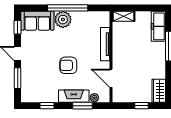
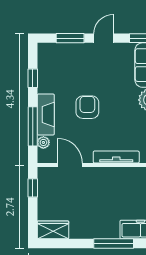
door: (111, 78) -> (70, 165), hinge flipped
window: (83, 106) -> (33, 126), width x1.44
window: (142, 106) -> (33, 188), moved

